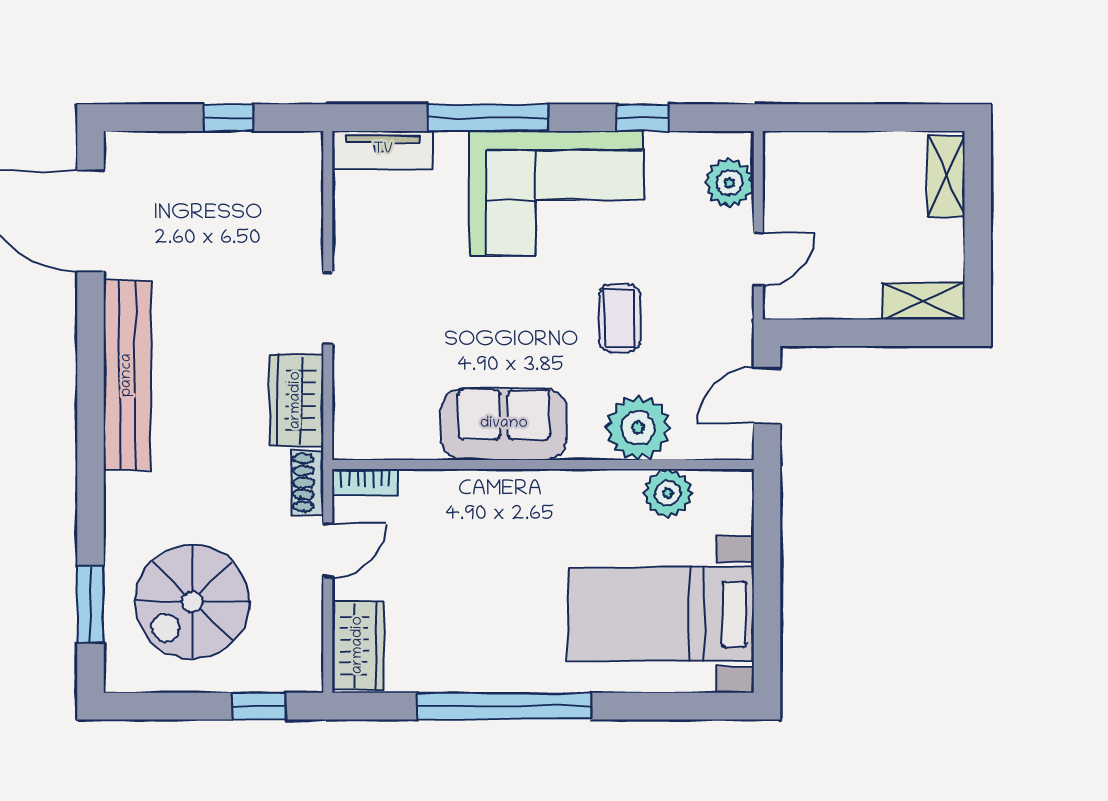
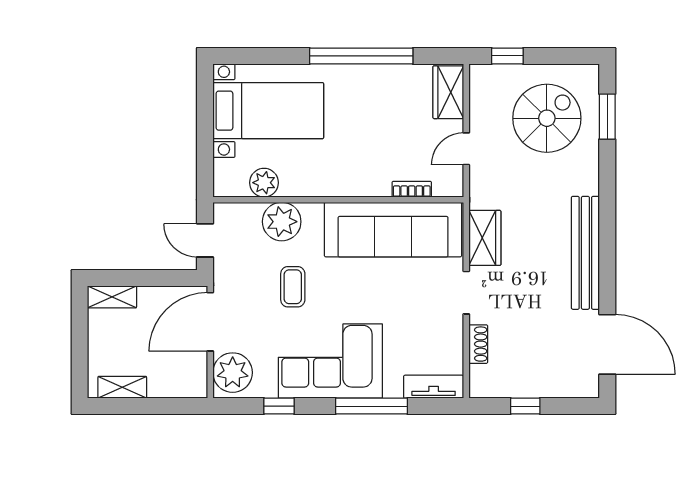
shelving: (946, 176) -> (122, 387), moved, turned 90
plant: (729, 183) -> (233, 373), width x1.36, depth x1.36
door: (758, 259) -> (210, 322), width x1.88
door: (767, 396) -> (205, 240), swing flipped
sofa: (504, 424) -> (393, 230), width x1.85, depth x1.27
bookcase: (365, 482) -> (412, 189), moved
shoe rack: (308, 483) -> (478, 344), moved

